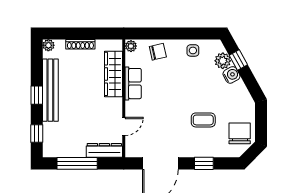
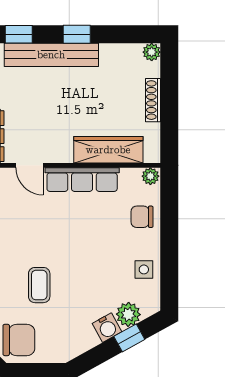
chair: (158, 52) -> (142, 217), turned 103
row of seats: (133, 84) -> (82, 180), width x1.48
bench: (50, 90) -> (51, 55), moved

